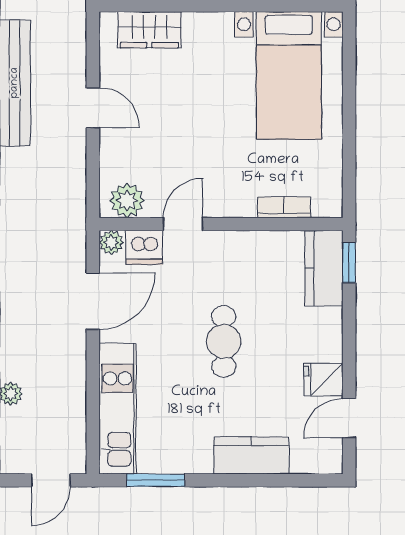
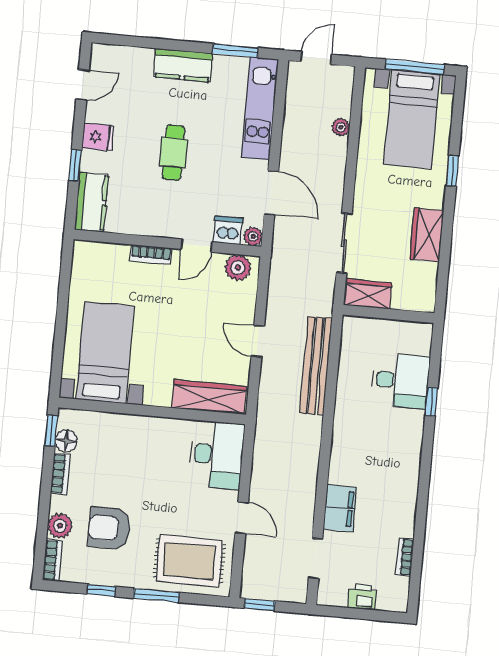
wardrobe: (149, 30) -> (209, 397), width x1.50
bookcase: (284, 207) -> (151, 254), moved
window: (349, 263) -> (75, 165), moved
door: (93, 301) -> (271, 193), swing flipped
fridge: (323, 380) -> (98, 137), moved
kitchen counter: (251, 455) -> (183, 65), moved

